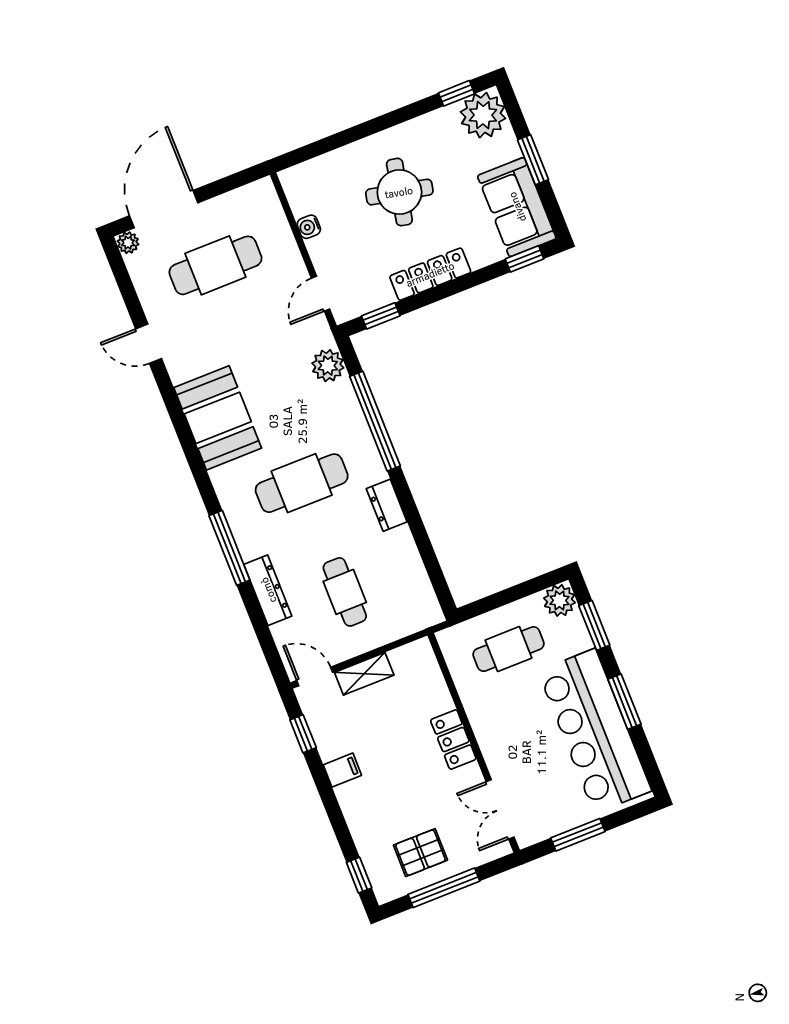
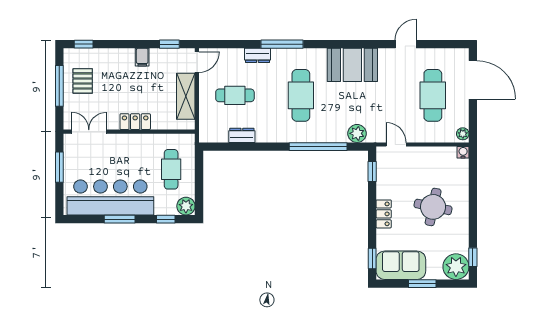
water cooler: (309, 227) -> (463, 152), moved
plant: (128, 243) -> (463, 134), moved
locker: (430, 274) -> (384, 214), width x0.66
dresser: (387, 505) -> (242, 135), moved
dresser: (268, 590) -> (257, 55), width x0.70
window: (594, 625) -> (166, 219), width x0.67
shelving: (364, 674) -> (186, 96), width x1.50, depth x1.33

